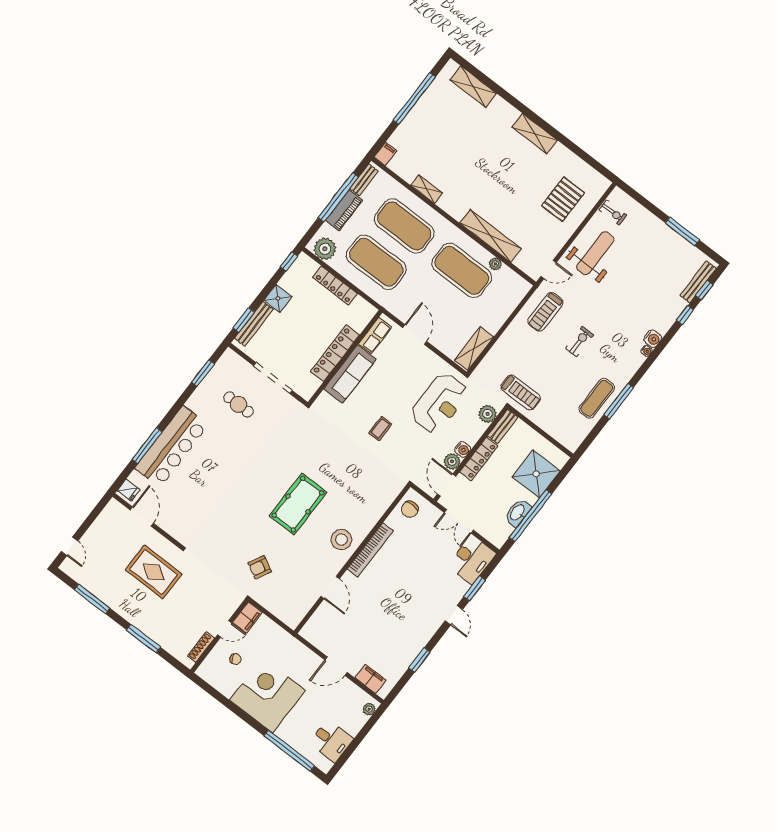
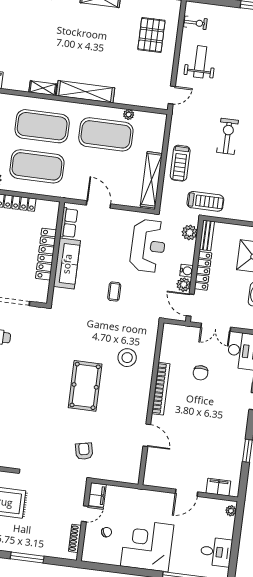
shelving: (491, 236) -> (85, 92), moved
weight bench: (595, 253) -> (200, 62), width x0.73, depth x0.75
treadmill: (545, 312) -> (180, 163), moved
exercise bike: (579, 342) -> (228, 136), width x1.38, depth x1.39
shelving: (474, 349) -> (151, 180), width x1.47
chair: (410, 509) -> (201, 373), moved
stool: (341, 540) -> (127, 358), moved
armchair: (260, 567) -> (84, 451), turned 140

